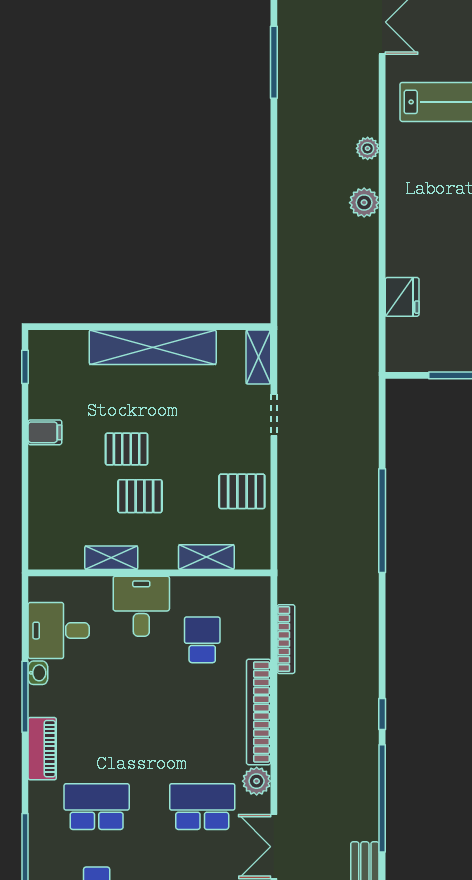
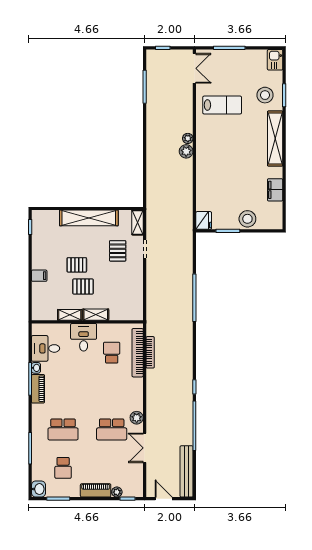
plant: (368, 148) -> (188, 138), moved
fridge: (402, 297) -> (204, 220), moved
filing cabinet: (45, 432) -> (39, 276), moved
pallet: (242, 491) -> (118, 251), moved, turned 90
shelving: (206, 557) -> (96, 315), moved
bookcase: (259, 712) -> (138, 353), moved
piano: (42, 749) -> (38, 389), moved
school desk: (97, 807) -> (63, 429), turned 180
school desk: (202, 807) -> (112, 429), turned 180

